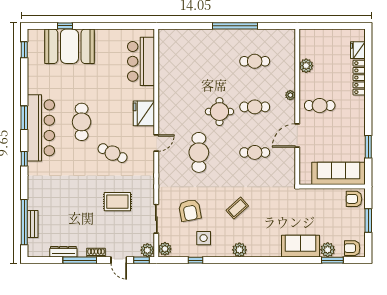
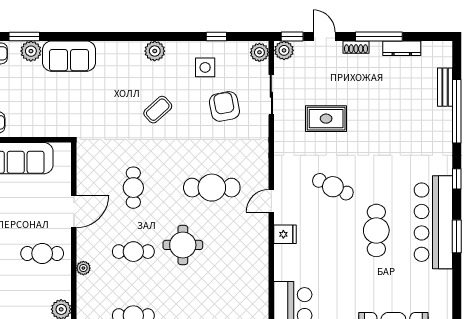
fridge: (144, 113) -> (285, 234), width x0.53, depth x0.75
cafe table: (199, 152) -> (212, 188), turned 90
cafe table: (255, 152) -> (133, 188), turned 90
window: (24, 222) -> (457, 111), moved

